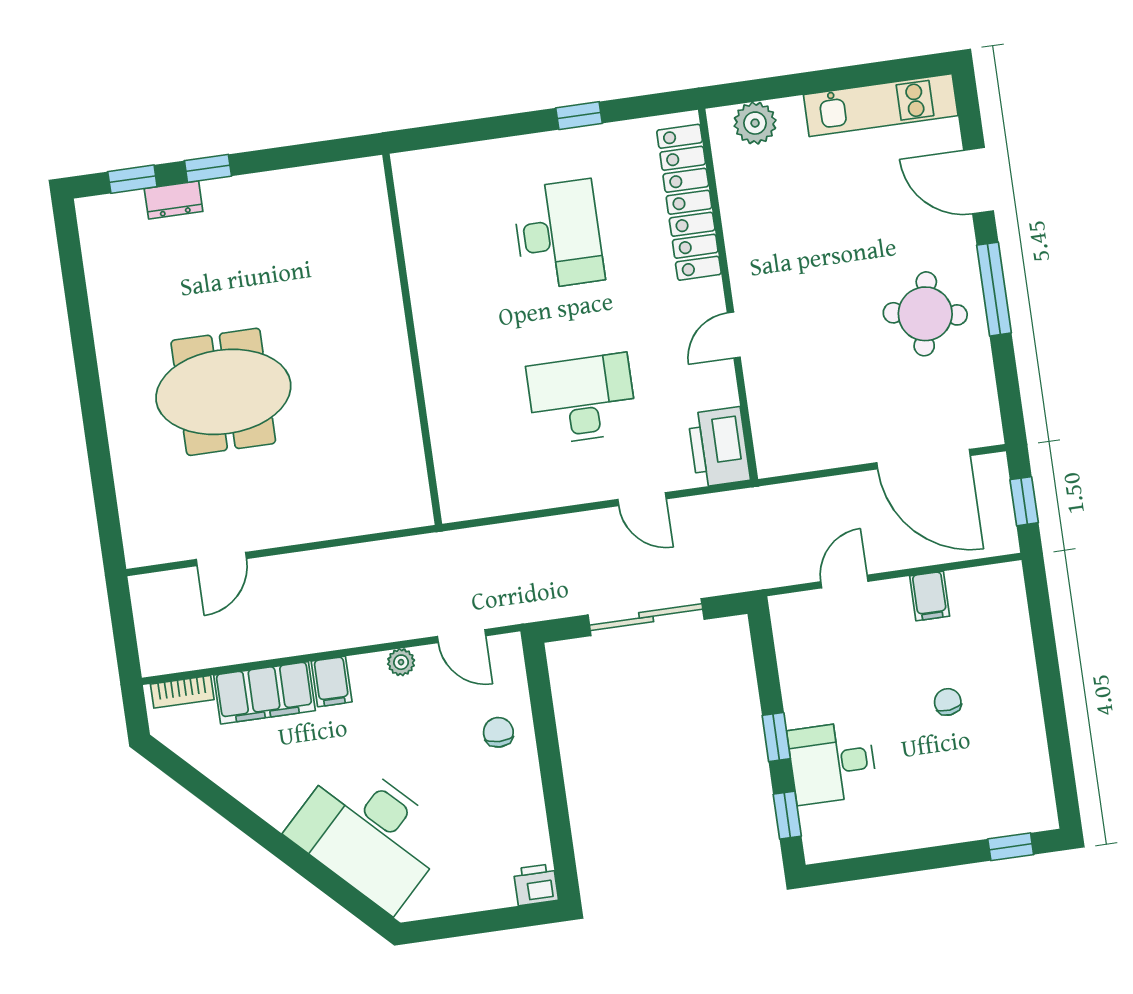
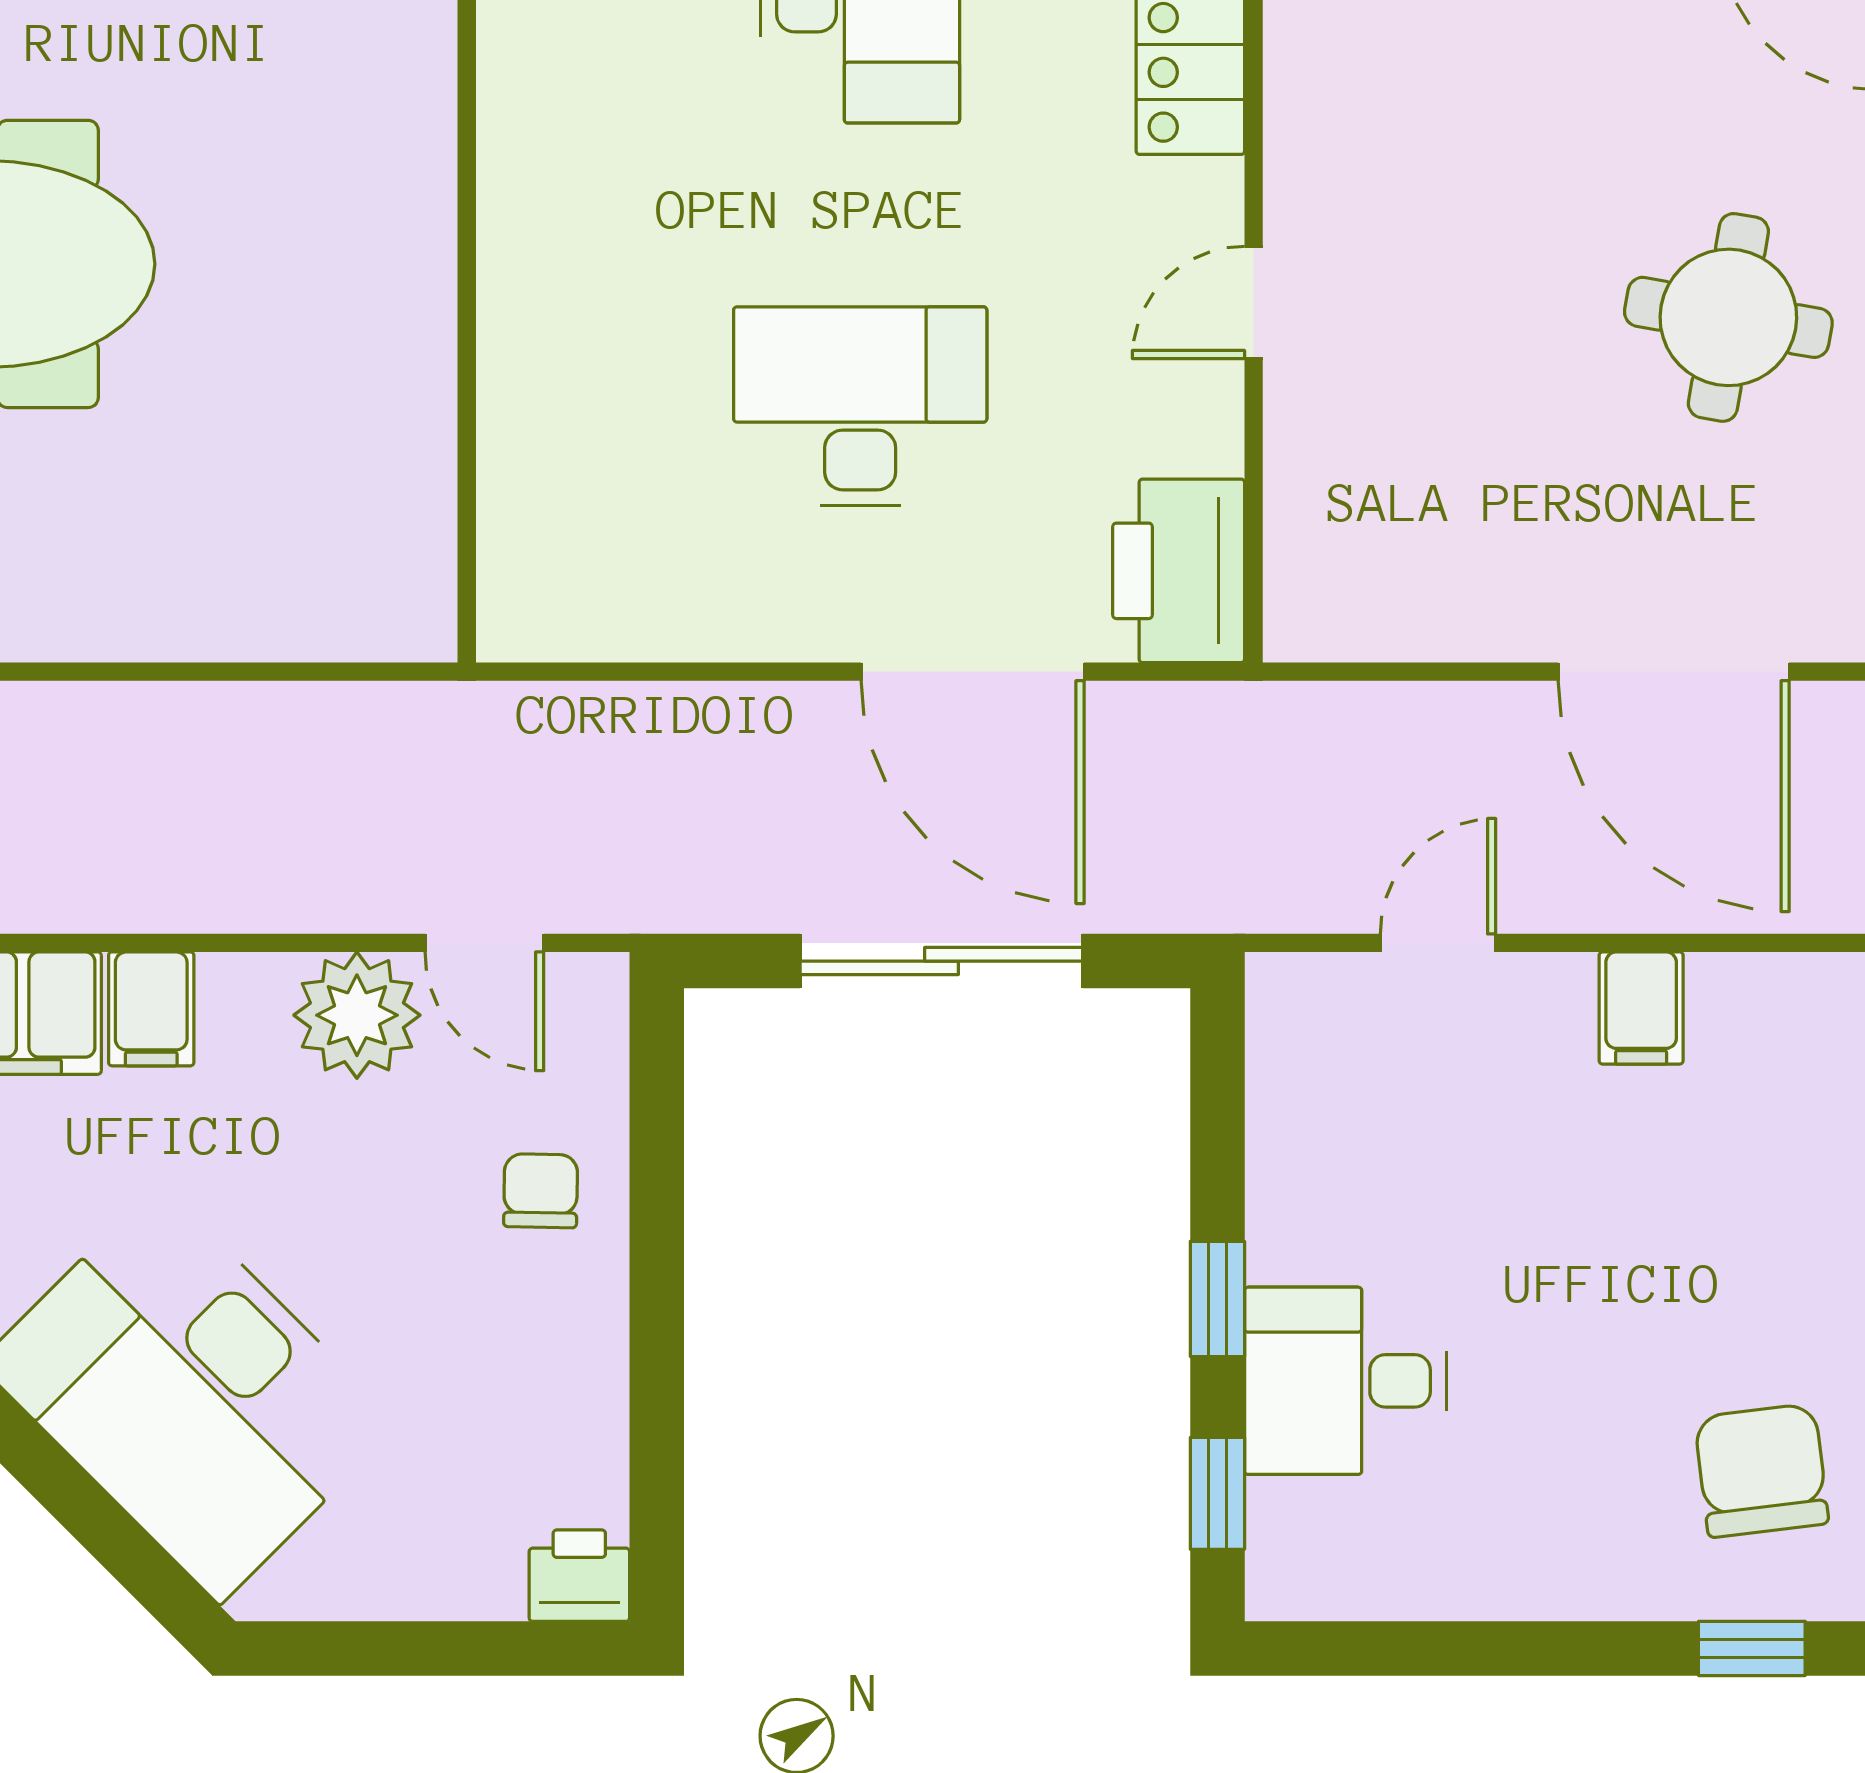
door: (642, 499) -> (973, 672), width x1.88
plant: (401, 662) -> (357, 1015), width x1.88, depth x1.88
chair: (948, 702) -> (1761, 1470), moved, width x1.87, depth x1.87

